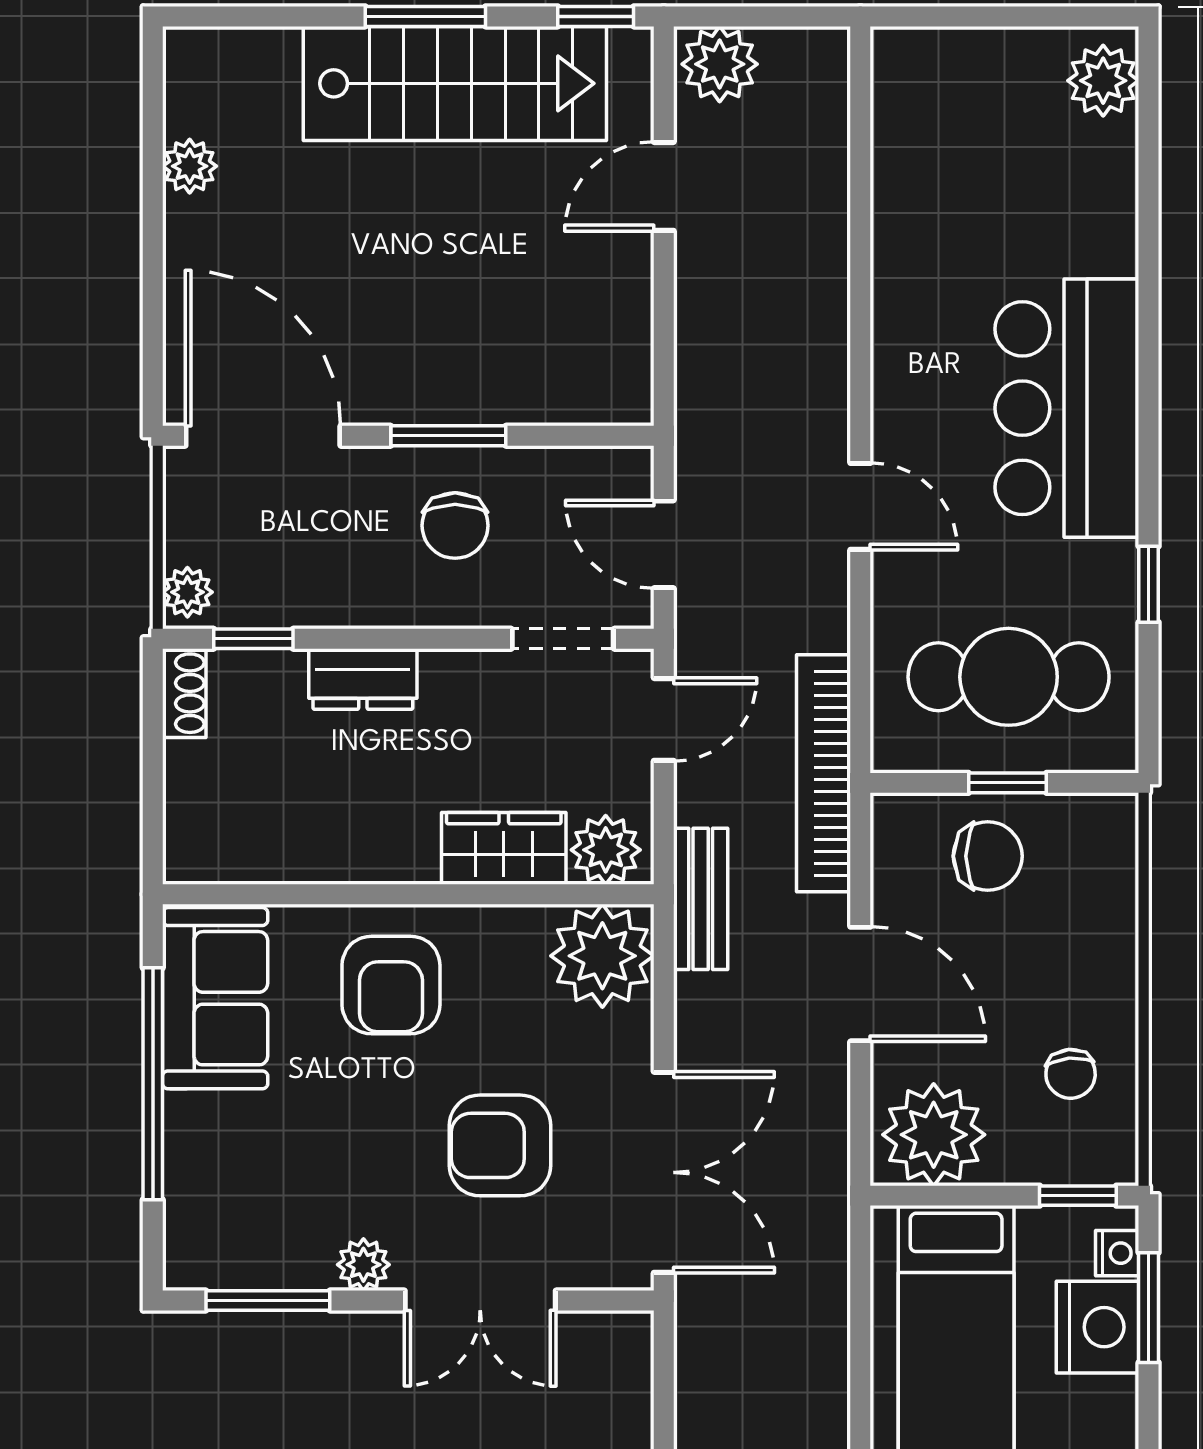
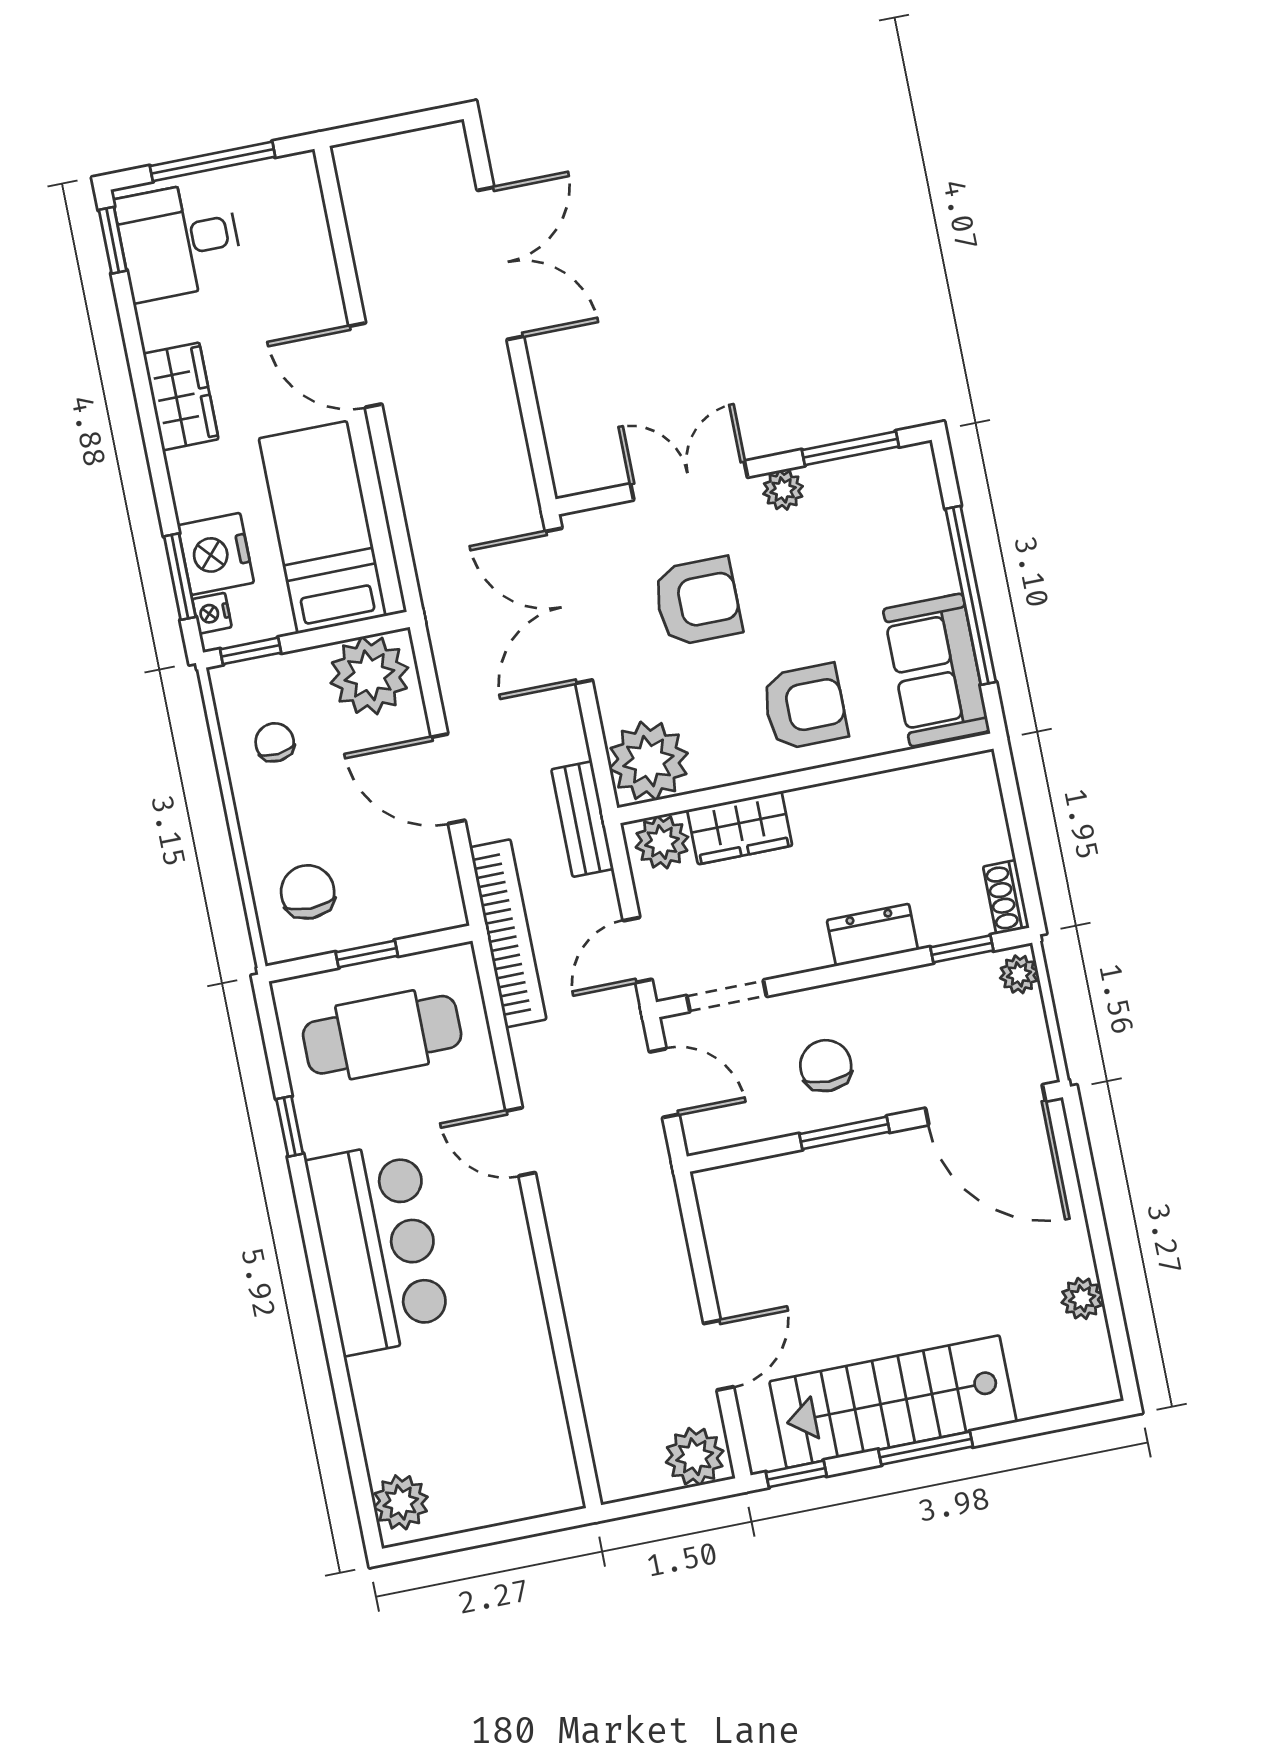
chair: (988, 856) -> (308, 892), moved, turned 90
armchair: (391, 985) -> (805, 707), turned 90

